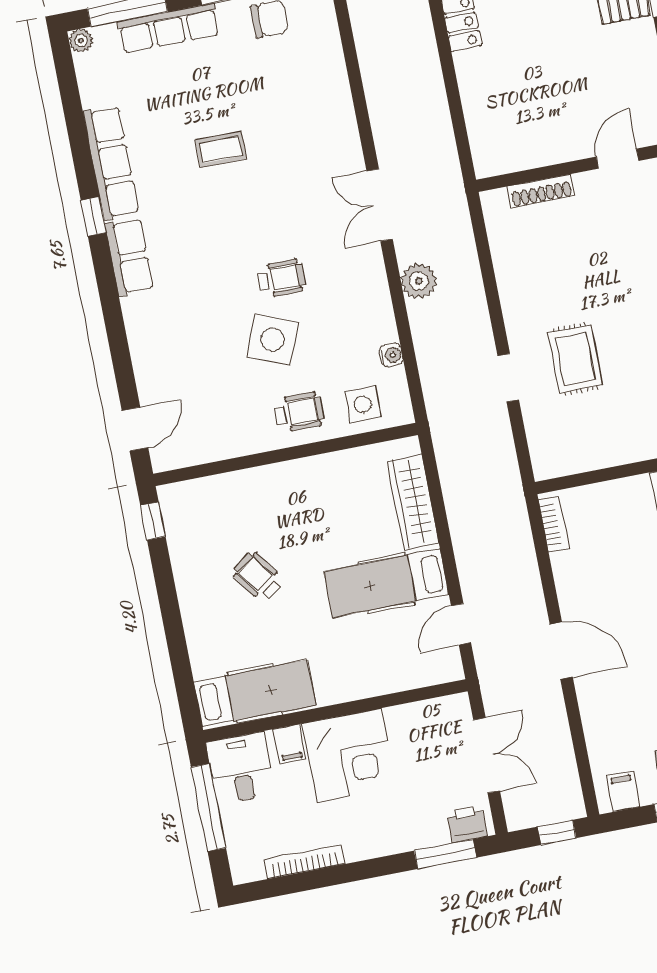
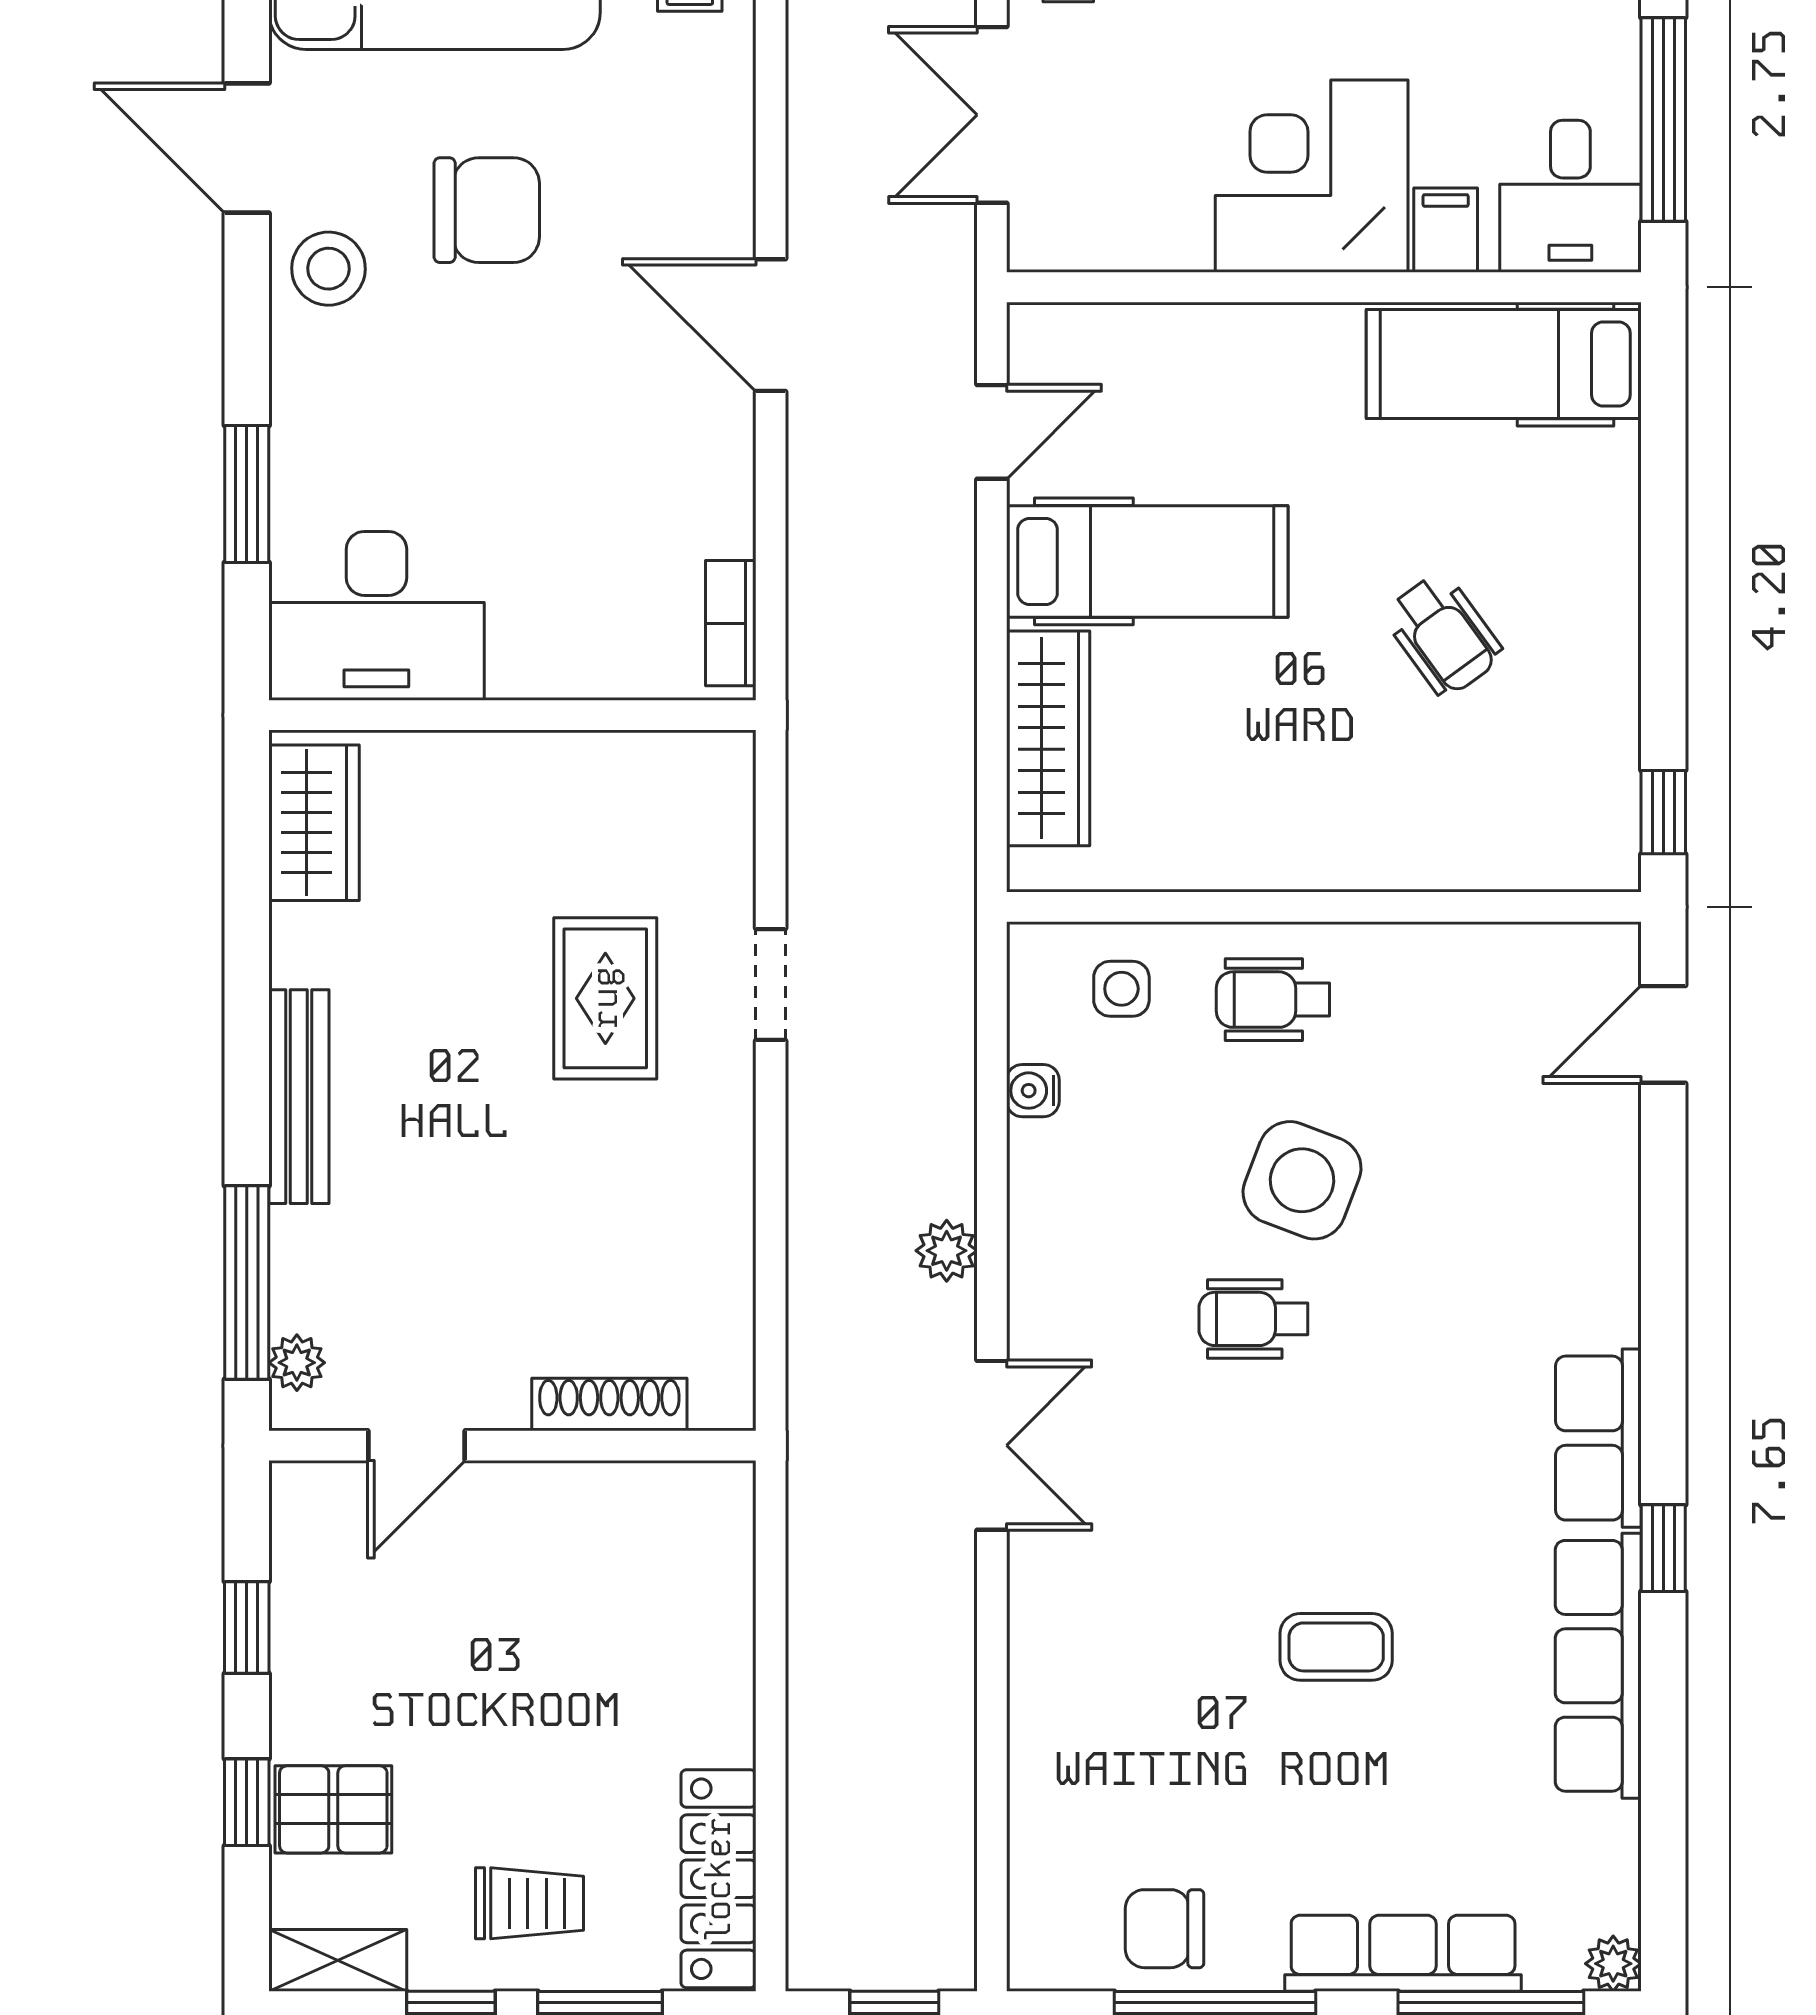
plant: (419, 281) -> (947, 1251), width x0.73, depth x0.73
side table: (363, 404) -> (1121, 989), width x0.73, depth x0.73

